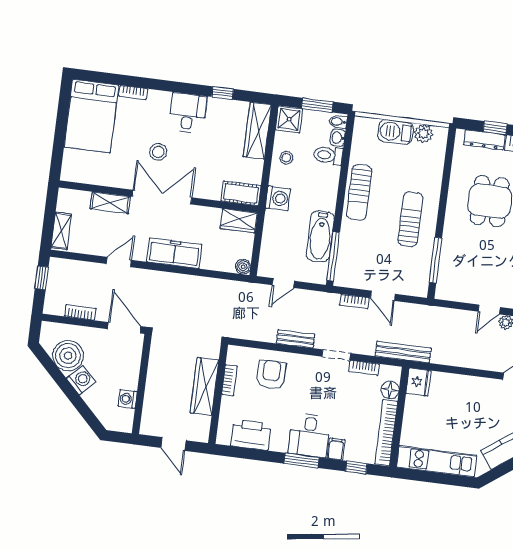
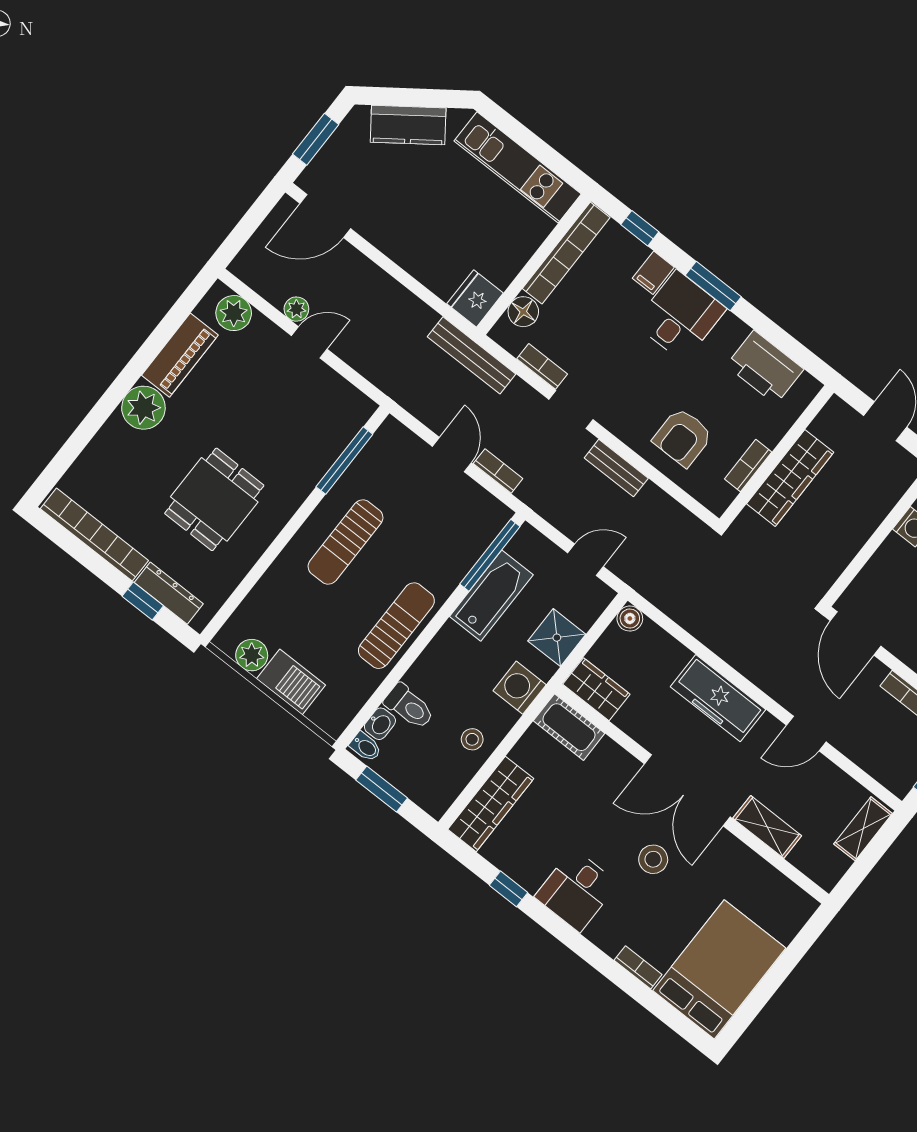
shower: (289, 119) -> (557, 638), moved

